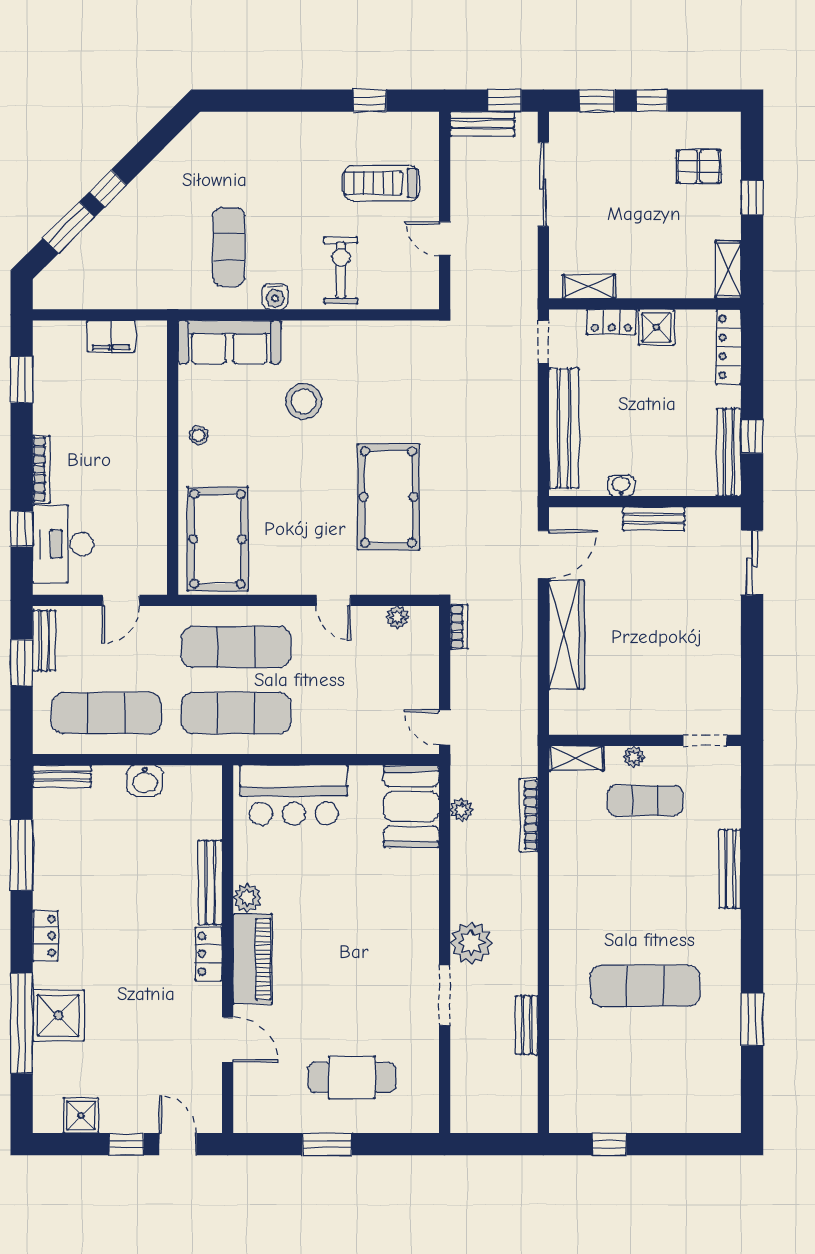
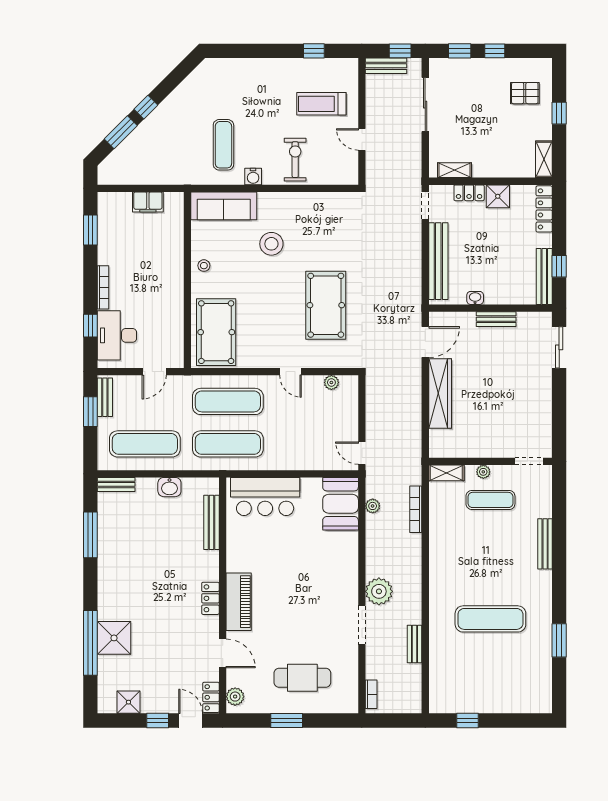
bookcase: (459, 627) -> (371, 694), moved
bench: (210, 883) -> (211, 522), moved
plant: (247, 898) -> (235, 697), moved
locker: (45, 936) -> (211, 697), moved, turned 180

